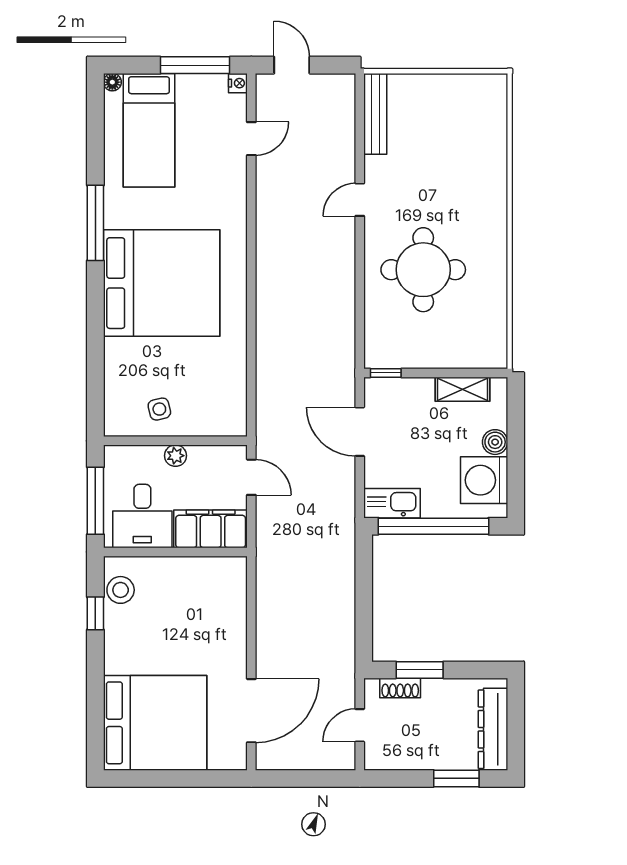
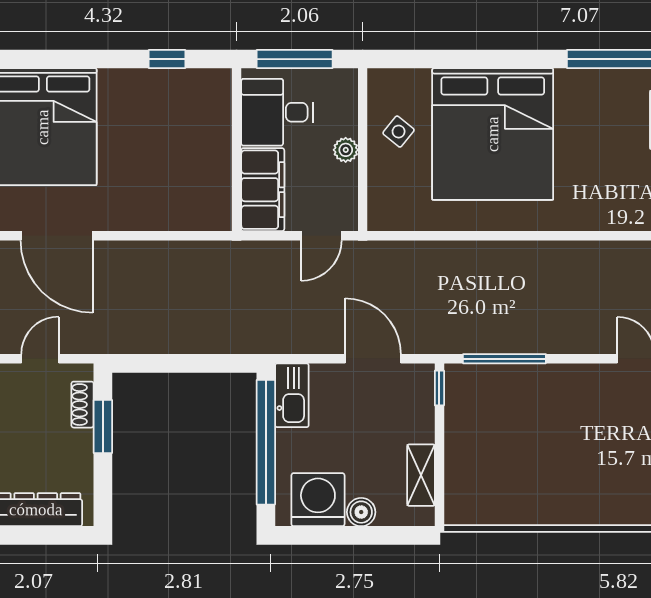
round table: (423, 270) -> (557, 431), removed
bed: (162, 283) -> (493, 134), moved
window: (360, 316) -> (504, 359), added
side table: (159, 409) -> (399, 132), turned -38
door: (360, 432) -> (373, 359), hinge flipped
stool: (121, 590) -> (194, 88), removed
door: (360, 725) -> (40, 359), hinge flipped

